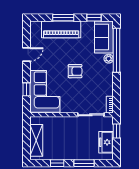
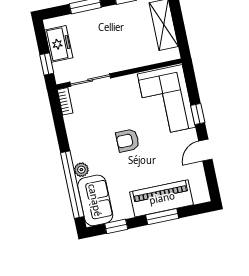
window: (27, 89) -> (198, 114), moved

